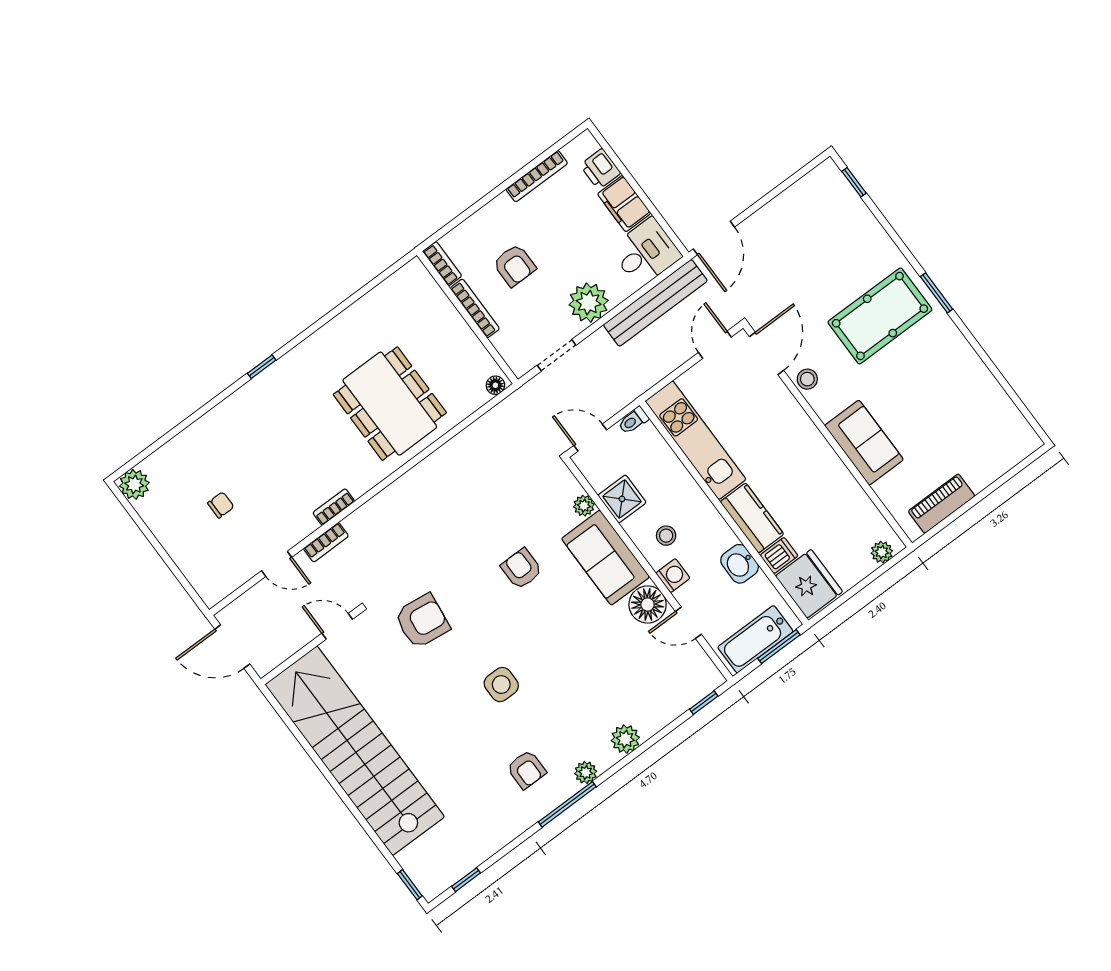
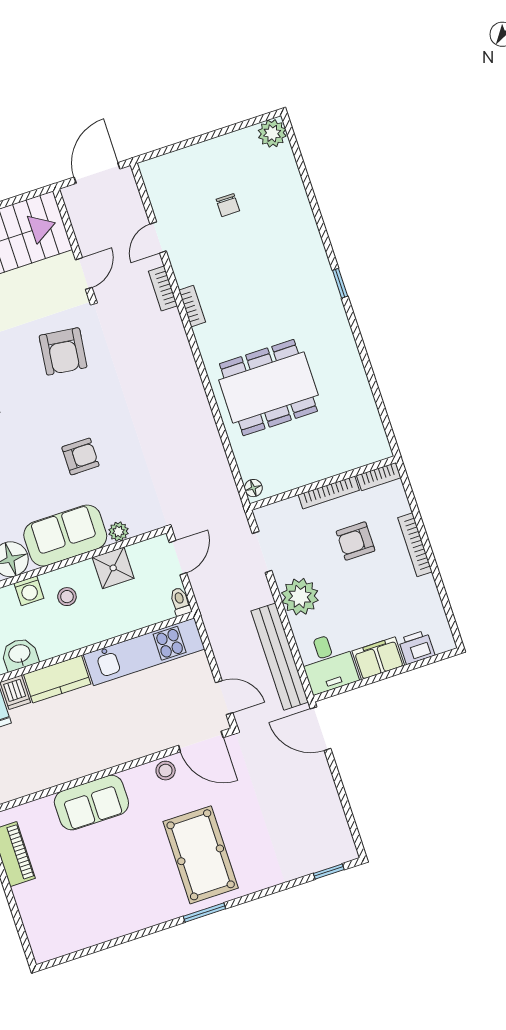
bookcase: (537, 176) -> (415, 545), moved

